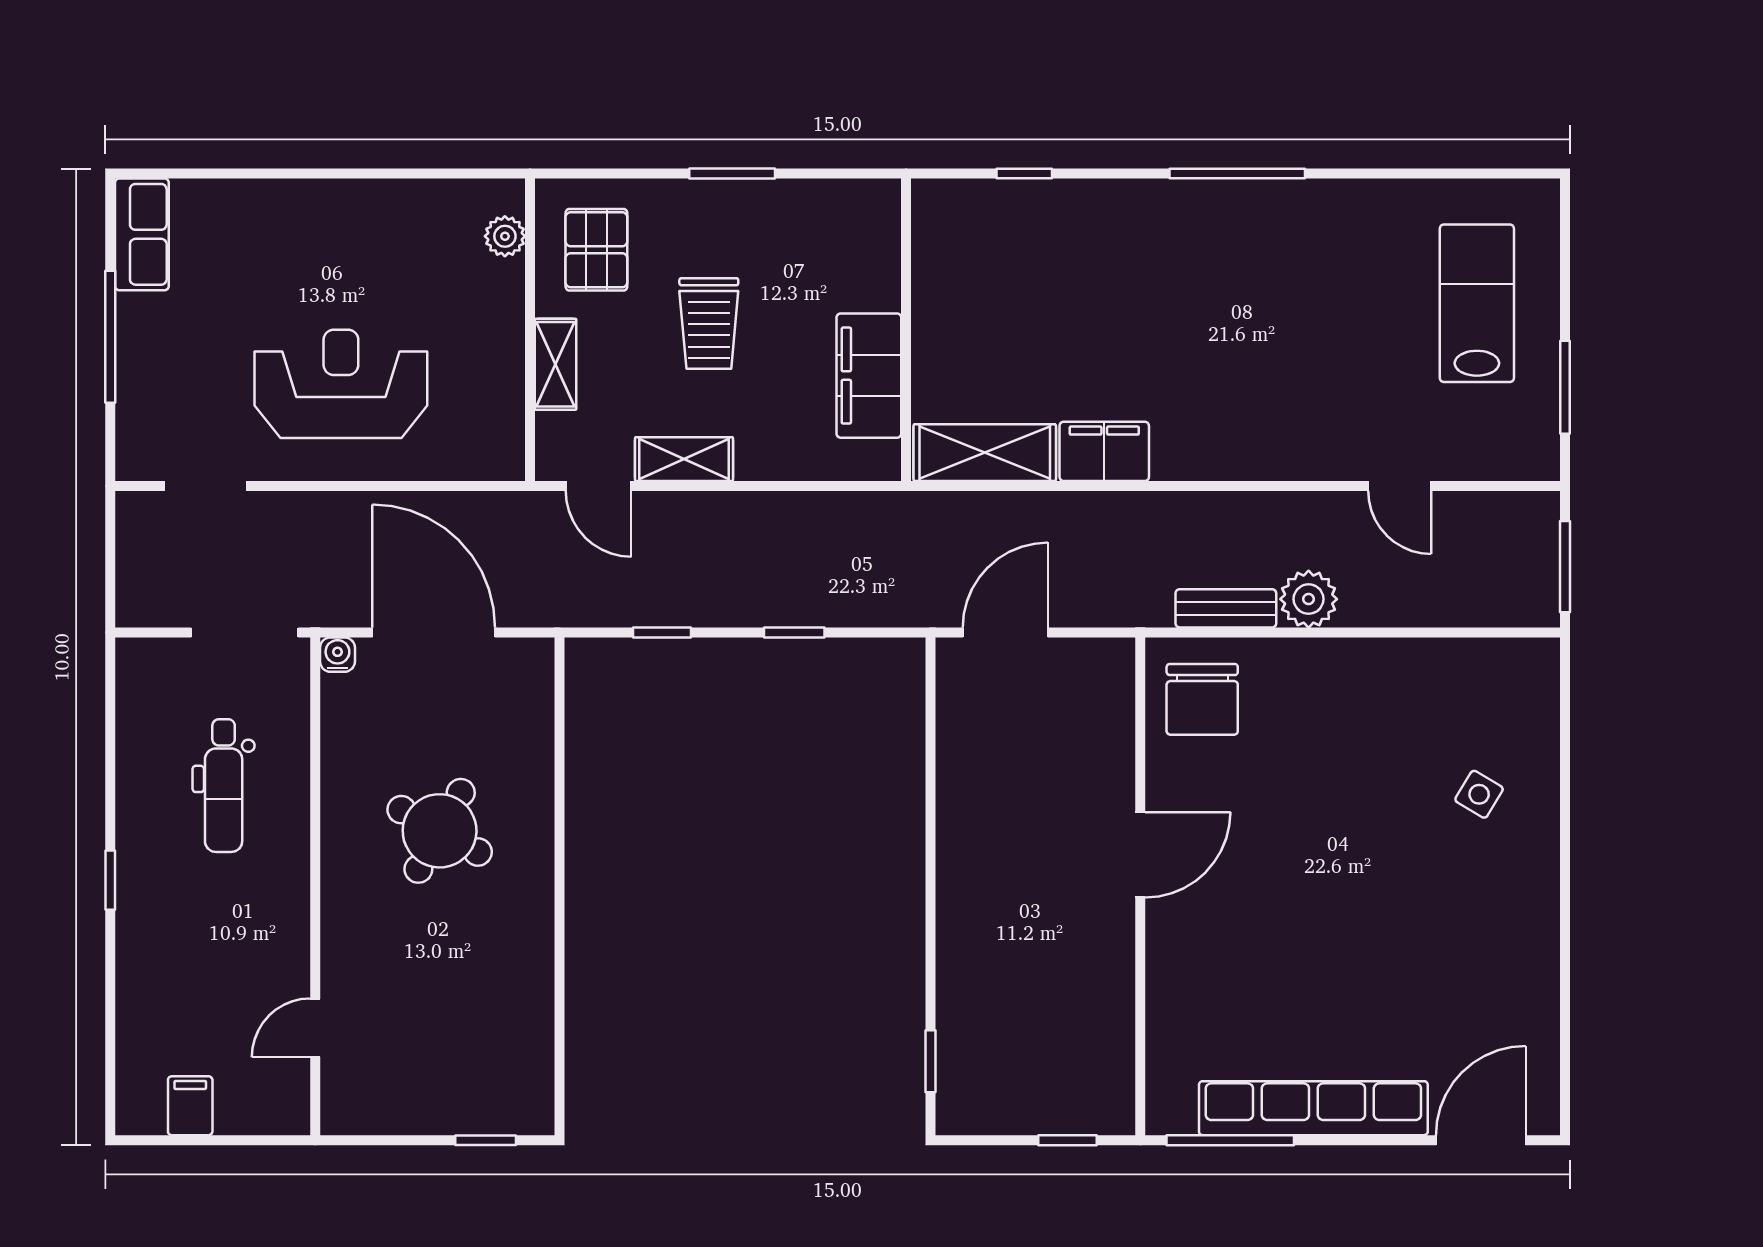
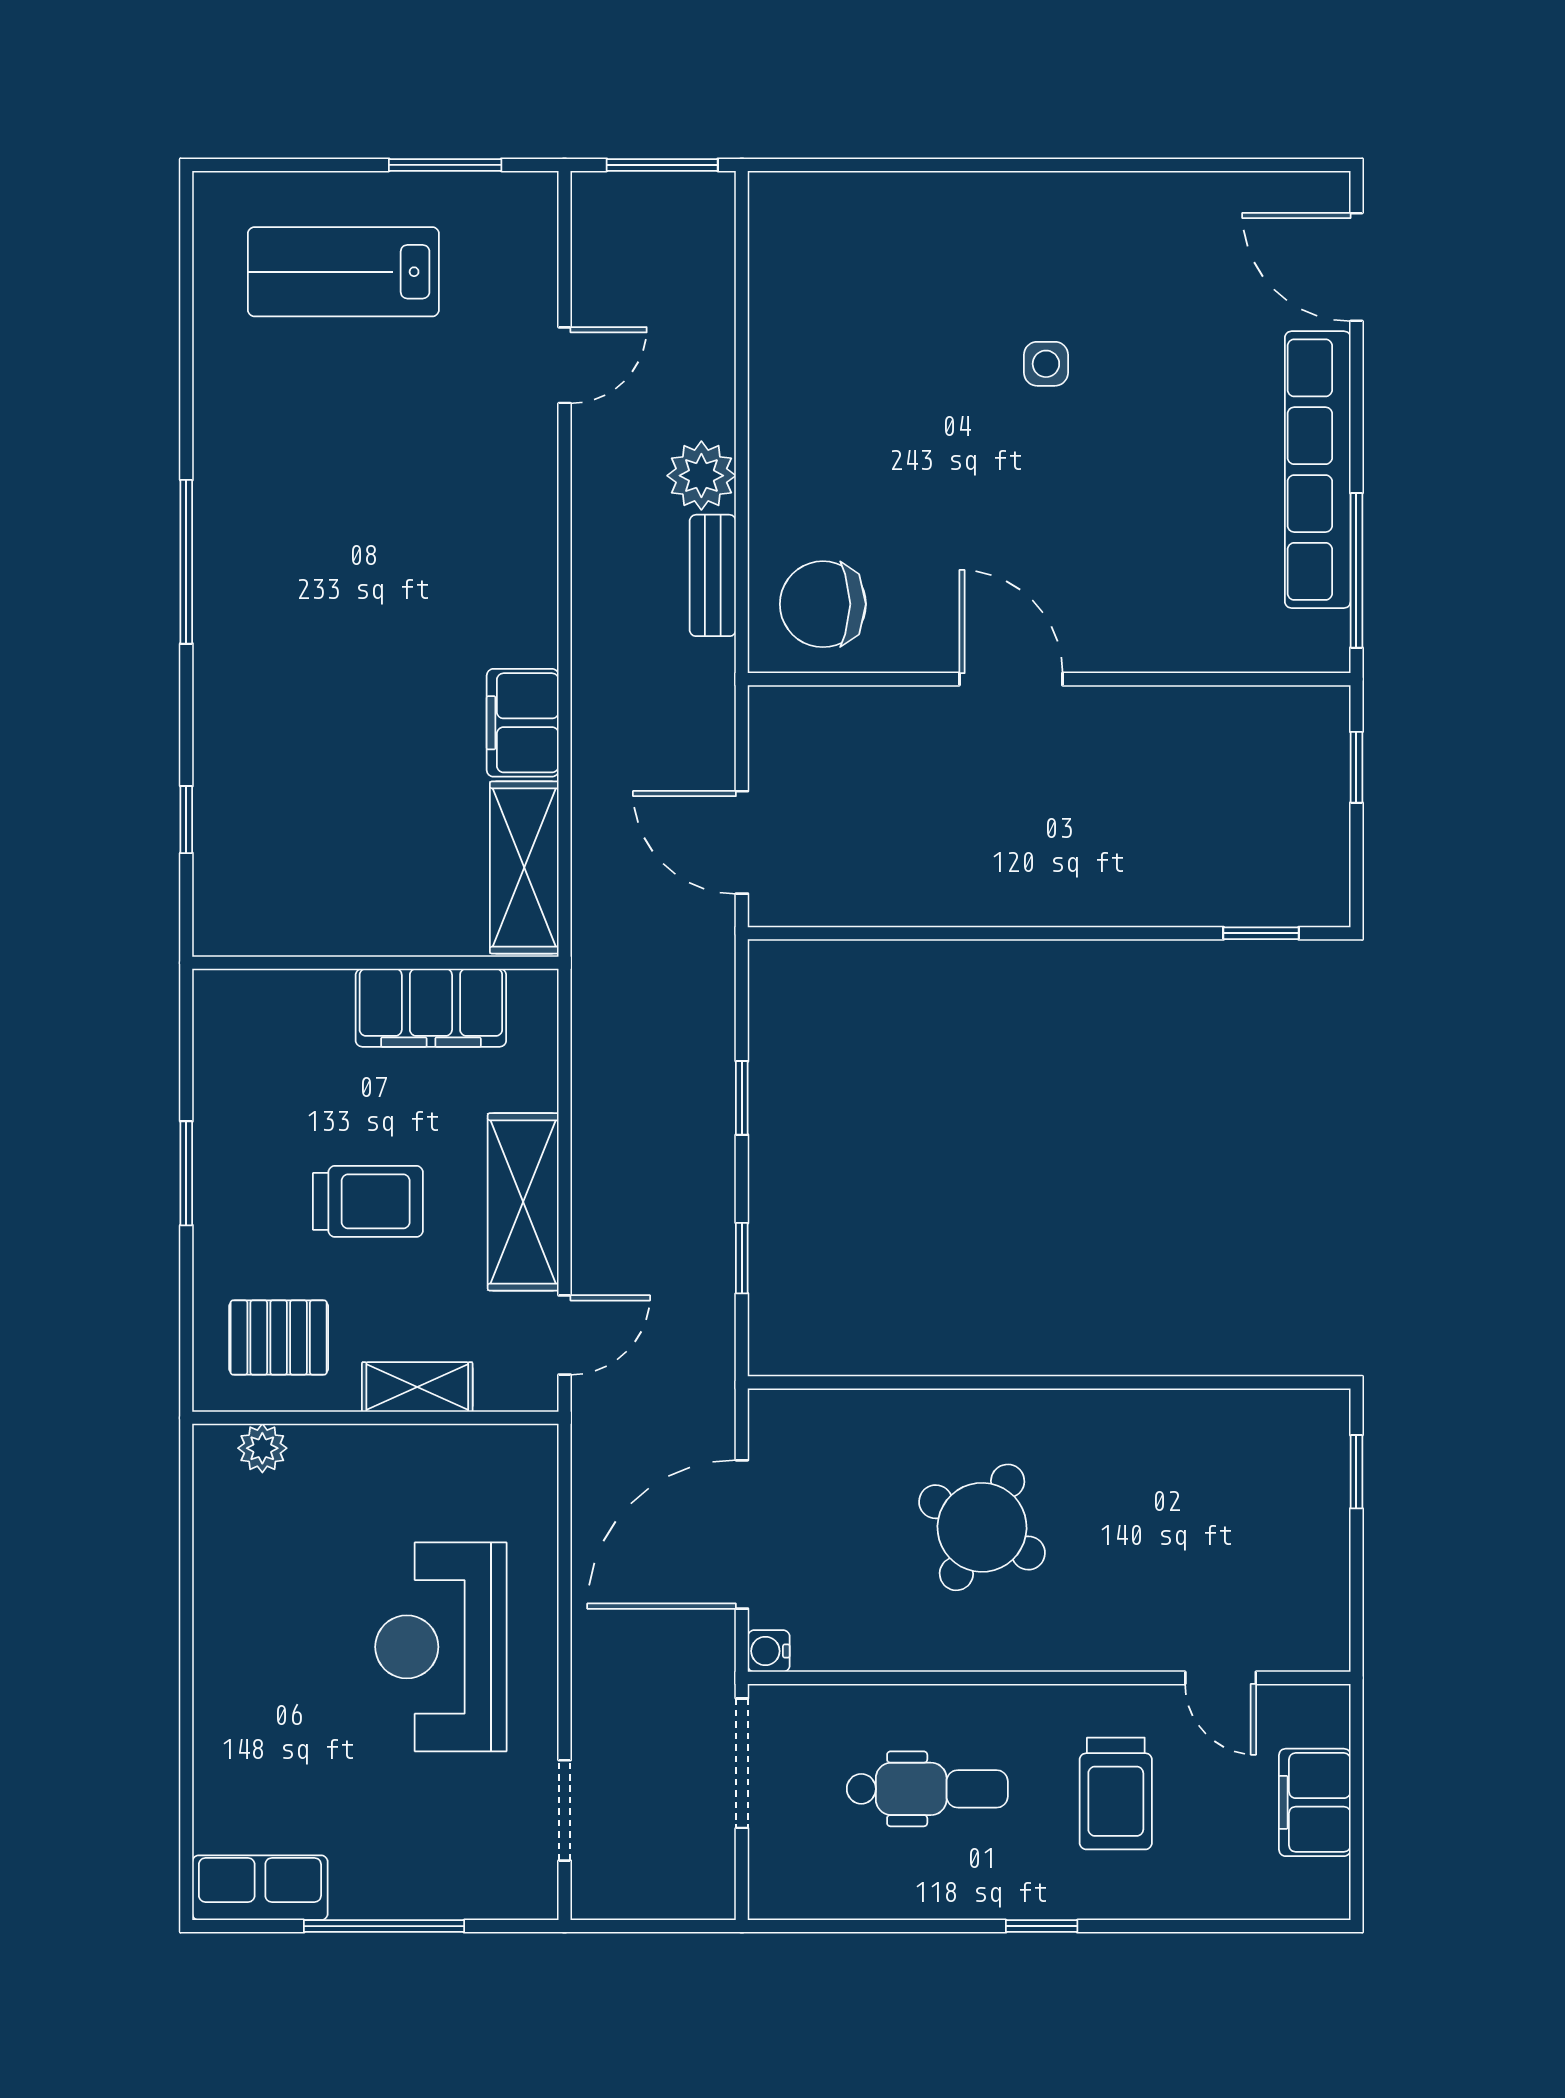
shelving: (684, 459) -> (523, 1202), width x1.50, depth x1.33
chair: (1202, 699) -> (823, 604), turned 180
side table: (1479, 794) -> (1046, 364), moved, turned -31
trolley: (220, 941) -> (1116, 1793), added
filing cabinet: (190, 1106) -> (1315, 1802), width x2.00

